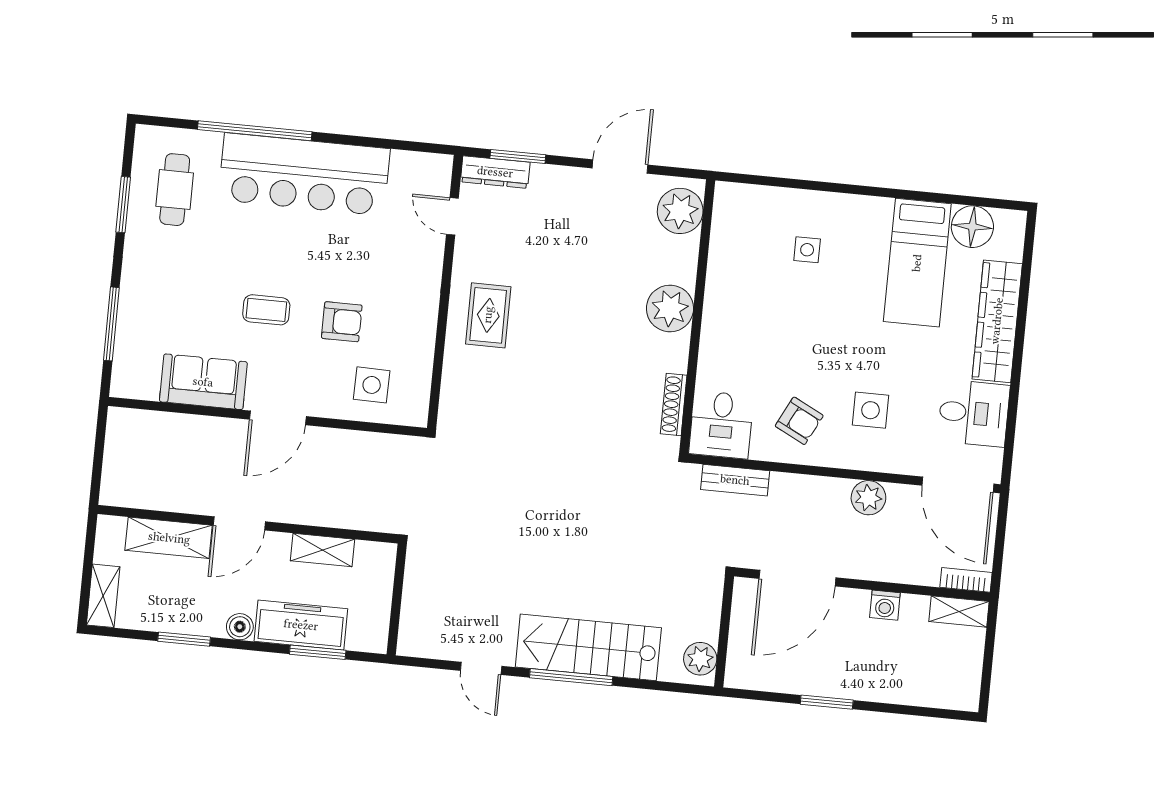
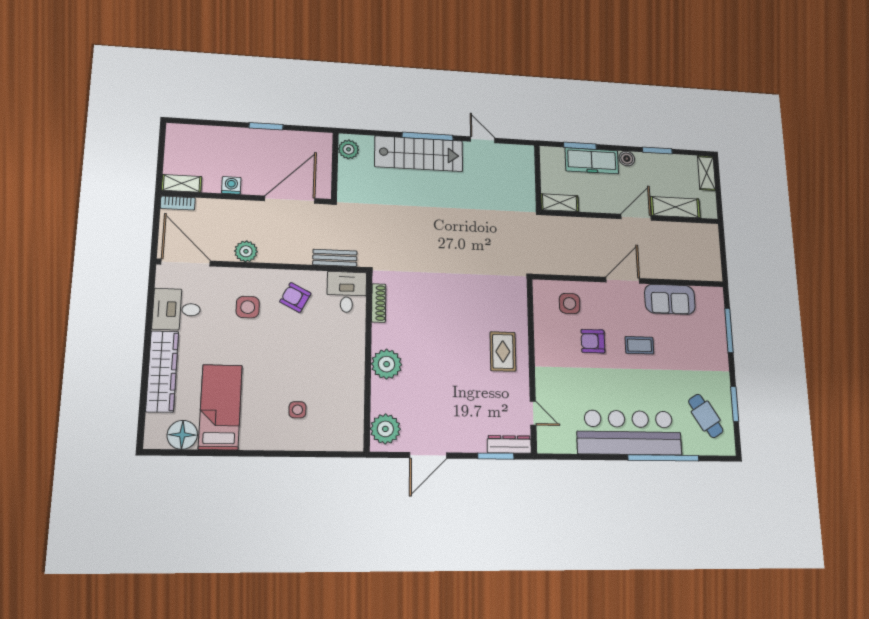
cafe table: (175, 190) -> (706, 416), turned -32
shelving: (322, 550) -> (560, 203), moved

